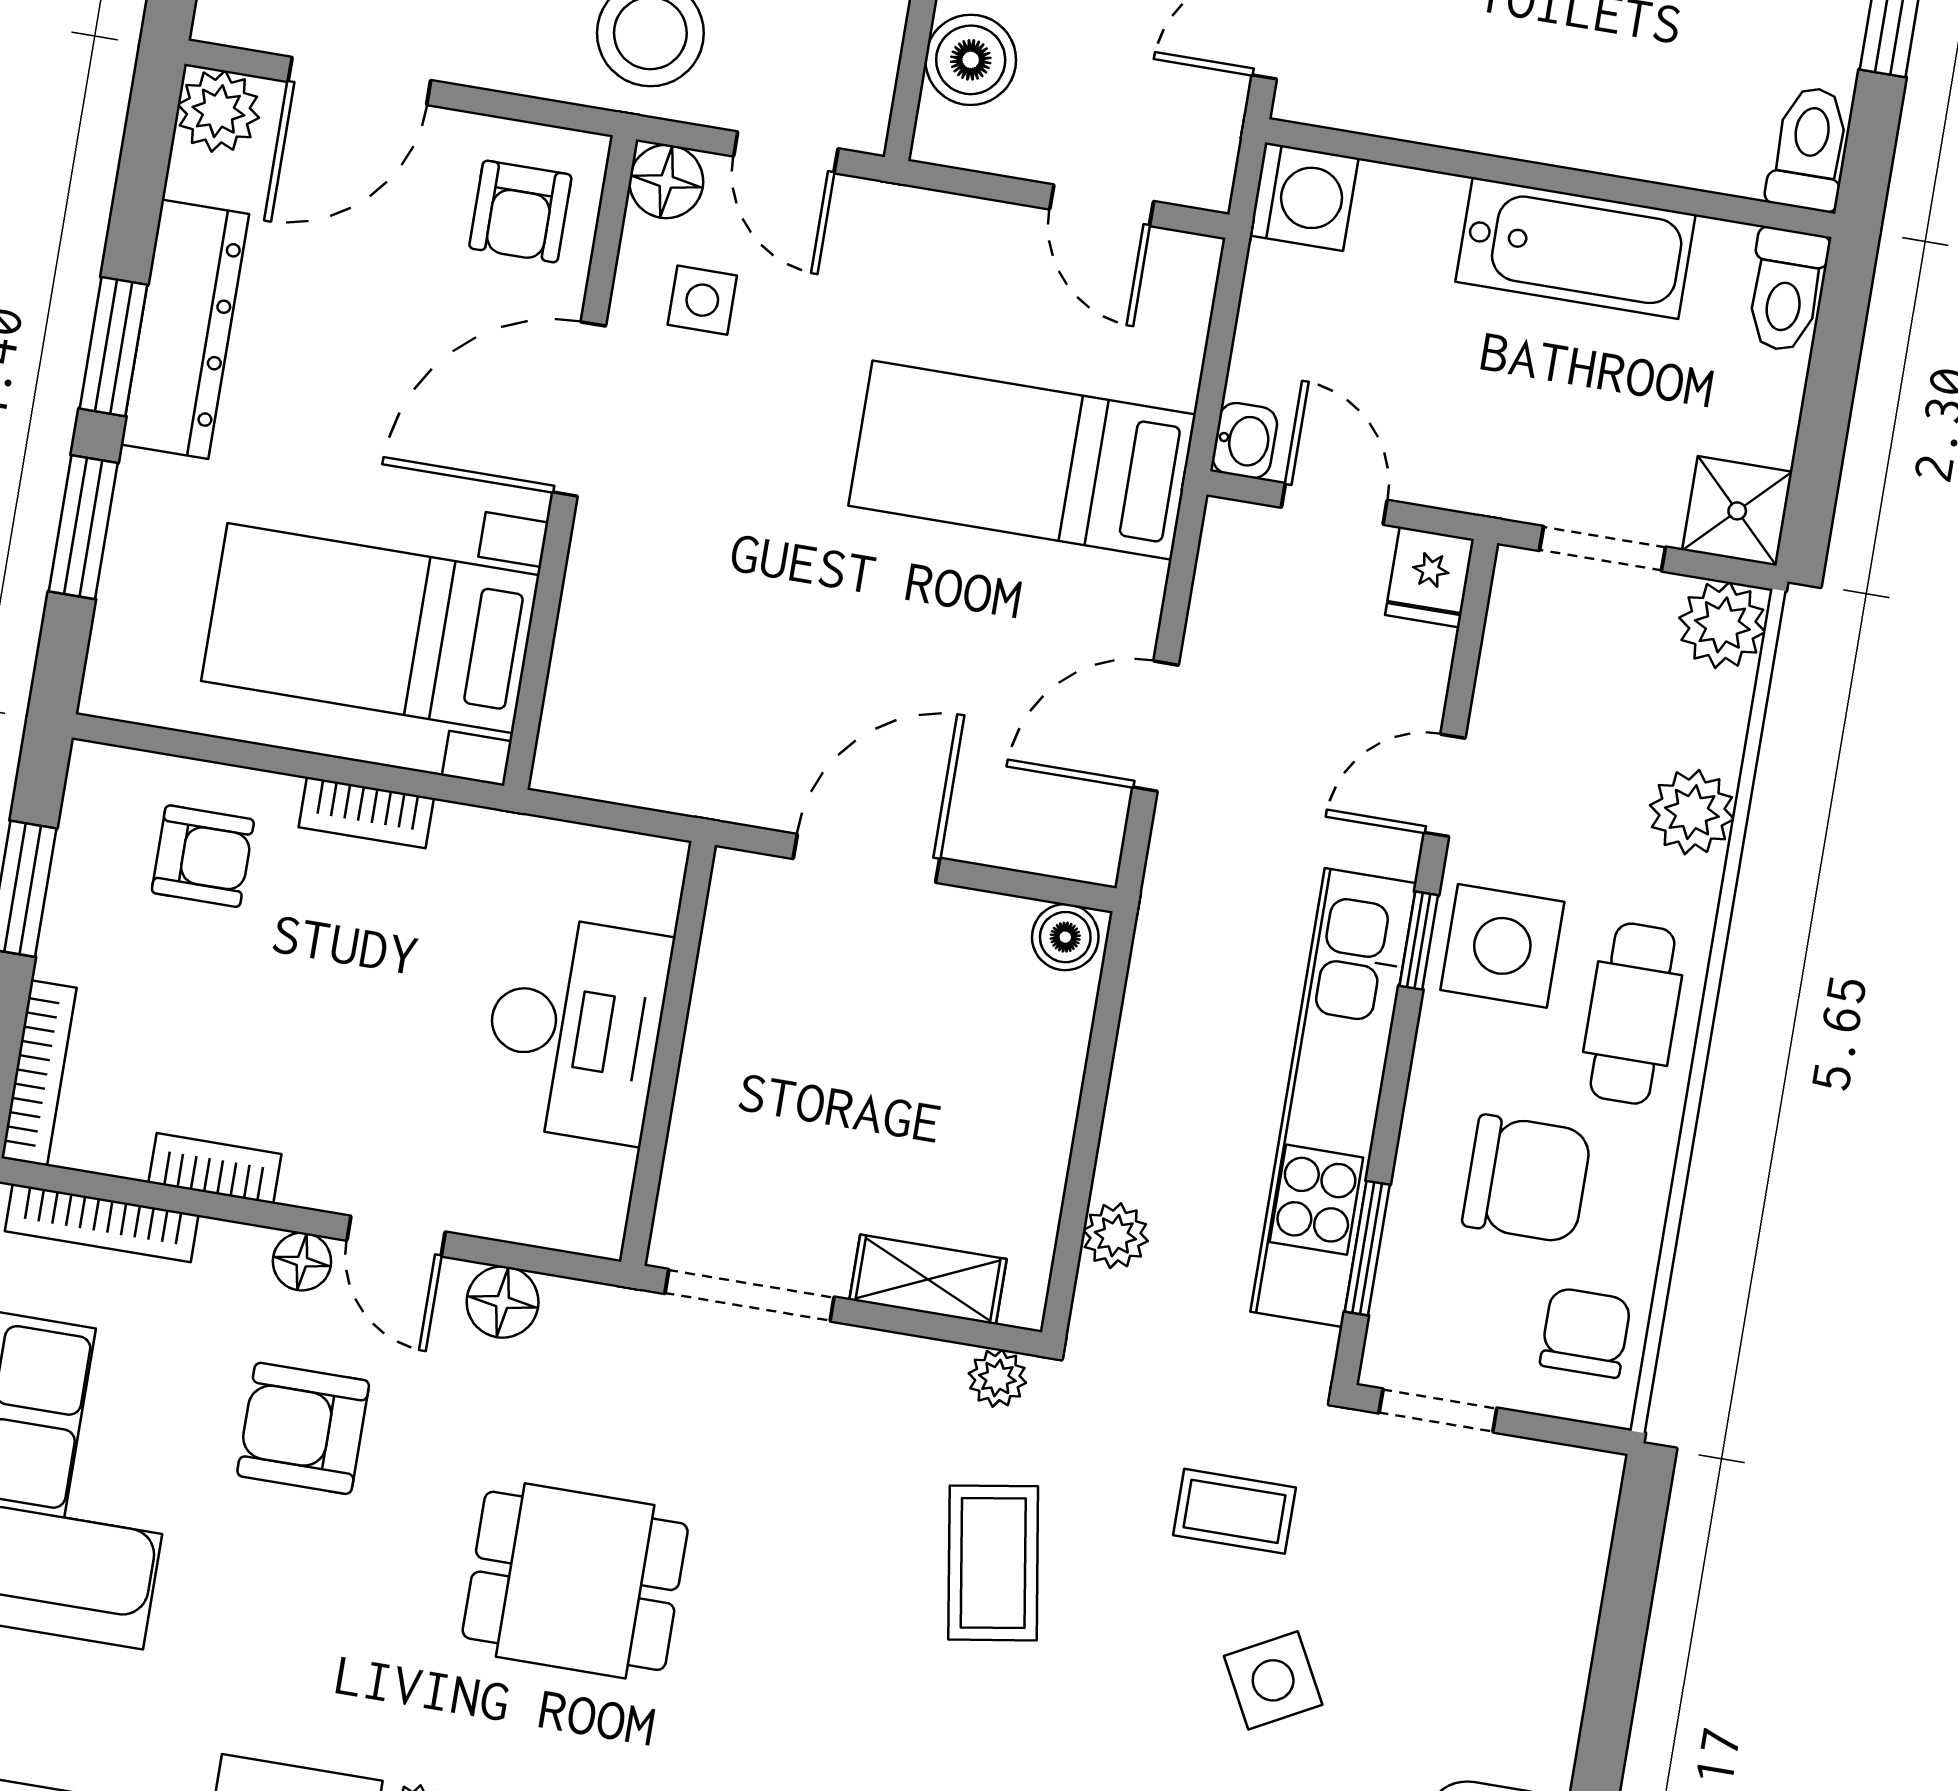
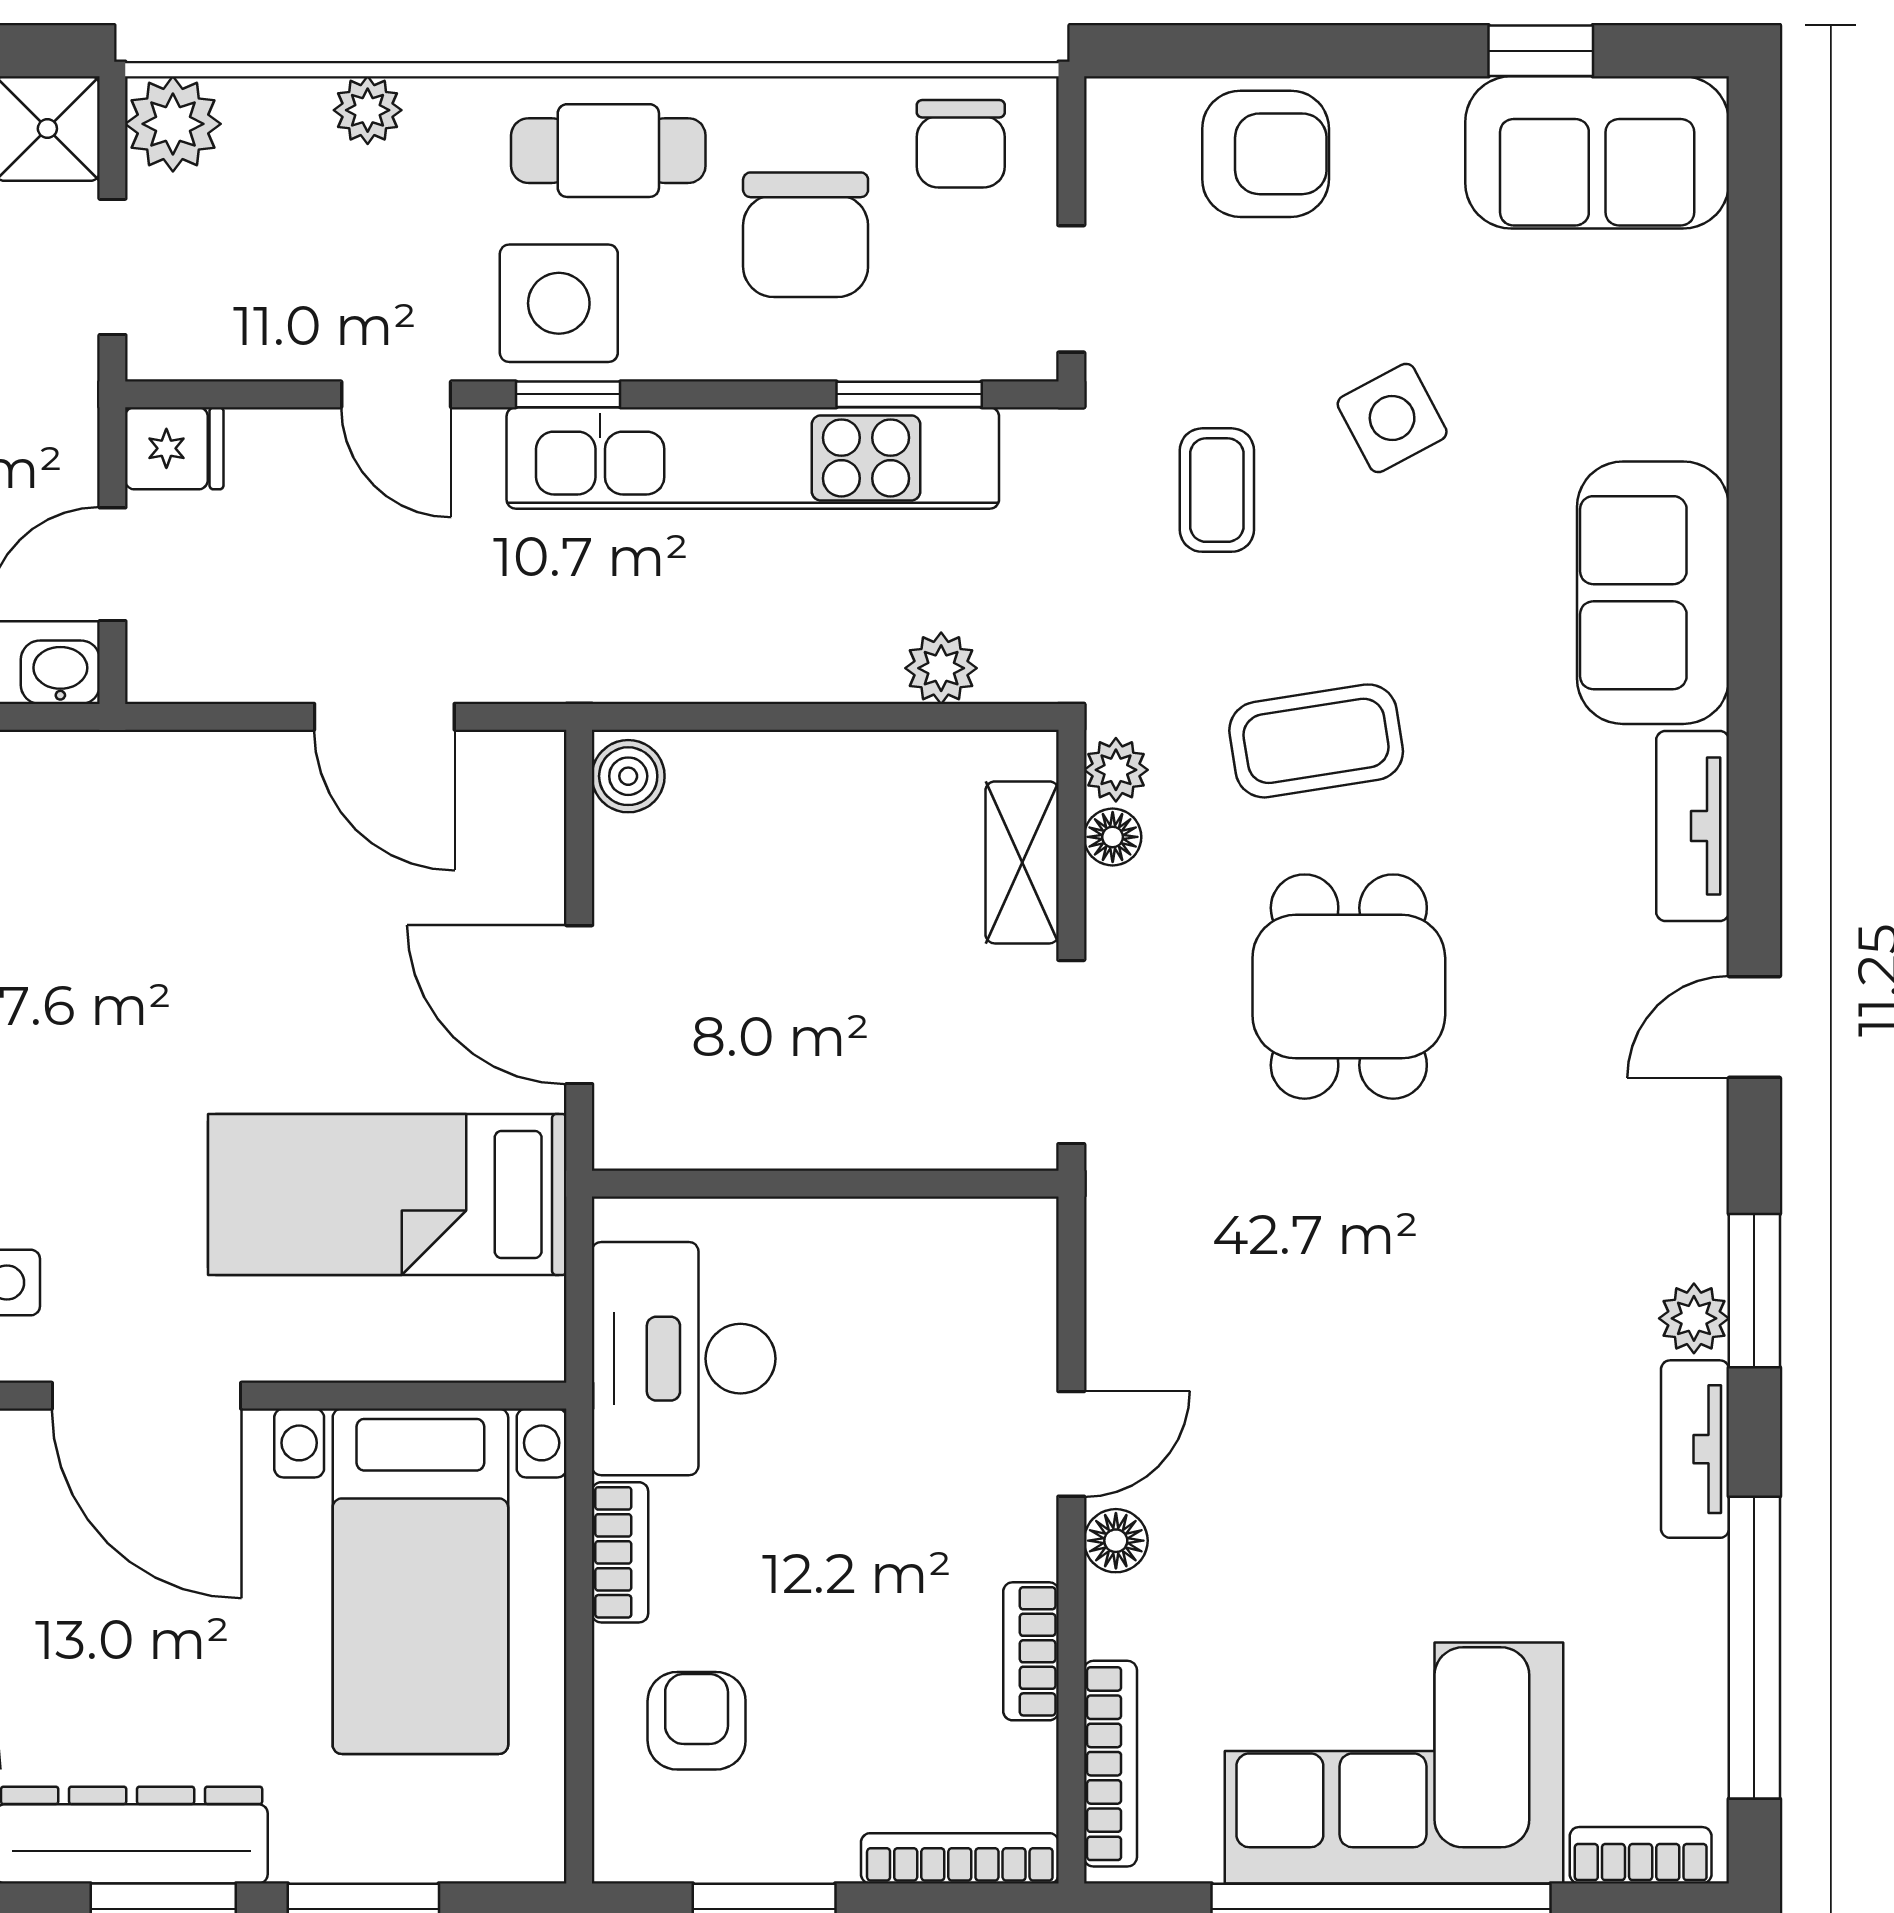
bed: (1022, 460) -> (387, 1194), moved, turned 90
plant: (1692, 812) -> (368, 110), width x0.73, depth x0.73
desk: (575, 1029) -> (684, 1359), moved, turned -90
chair: (1527, 1179) -> (806, 235), turned 180
floor lamp: (503, 1302) -> (1113, 837), moved, width x0.73, depth x0.73
chair: (1585, 1333) -> (961, 144), turned -90
armchair: (303, 1428) -> (1266, 154), moved, turned -90
dining table: (575, 1581) -> (1349, 987), moved

